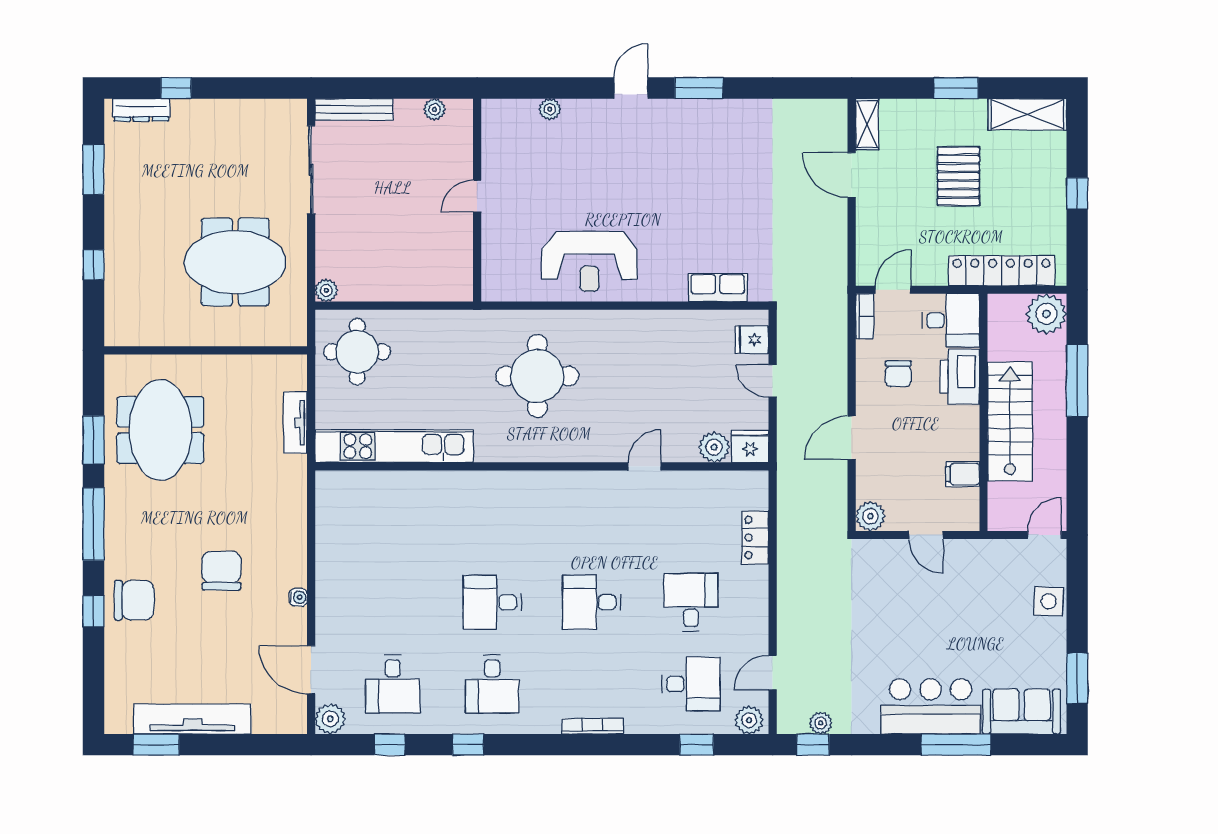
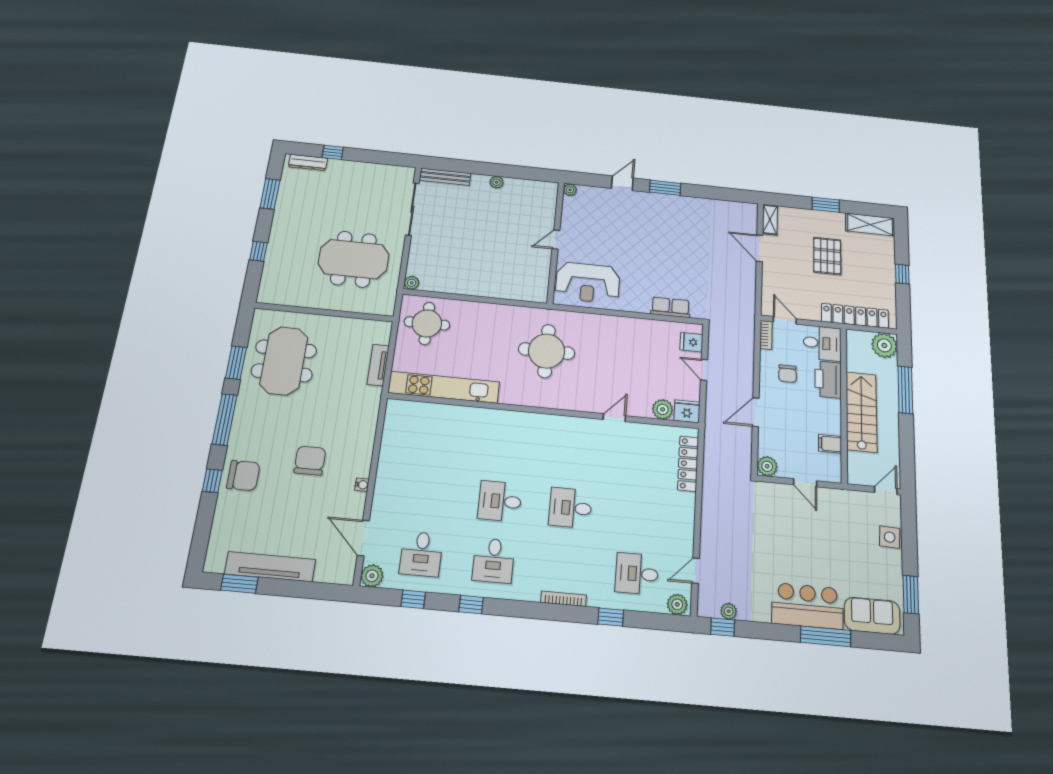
door: (477, 196) -> (556, 240), moved
wall: (477, 200) -> (556, 242), moved
door: (893, 290) -> (785, 320), hinge flipped
locker: (755, 537) -> (688, 464), width x1.53
desk: (691, 602) -> (640, 514), removed
desk: (691, 684) -> (637, 574), turned 180
window: (697, 745) -> (611, 617), moved

